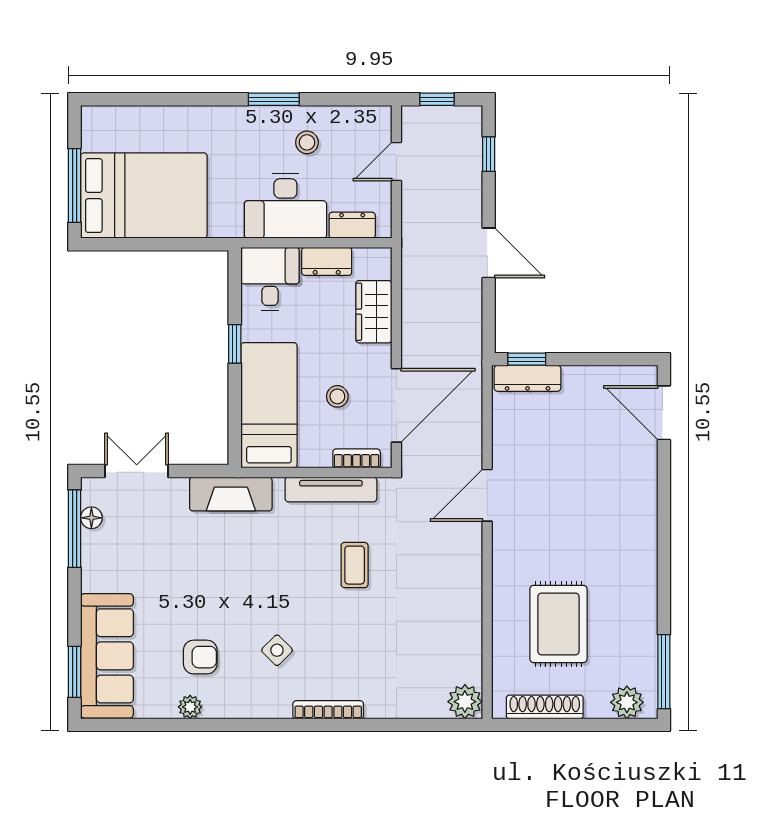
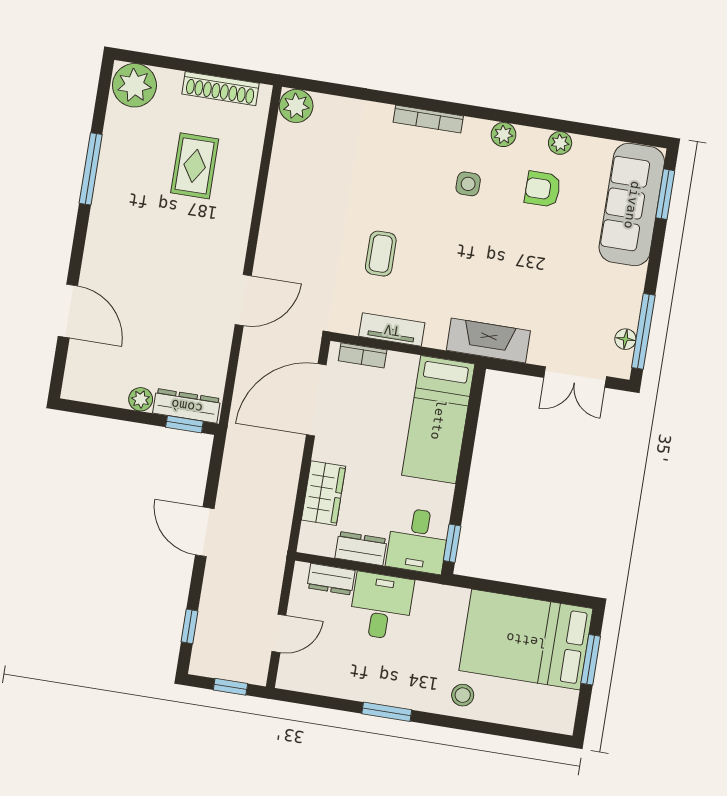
stool: (307, 142) -> (463, 695), moved
window: (75, 186) -> (591, 660), width x0.69
desk: (285, 206) -> (381, 606), width x0.73
window: (235, 344) -> (452, 543), moved
plant: (575, 377) -> (141, 399), added
stool: (337, 396) -> (371, 418), removed
door: (664, 413) -> (68, 311), moved
tv unit: (331, 489) -> (392, 330), width x0.71
rug: (558, 624) -> (195, 166), width x0.73, depth x0.70
side table: (277, 650) -> (468, 184), turned 45
window: (664, 672) -> (91, 169), moved
plant: (627, 702) -> (134, 85), width x1.36, depth x1.36
plant: (249, 706) -> (503, 135), added

